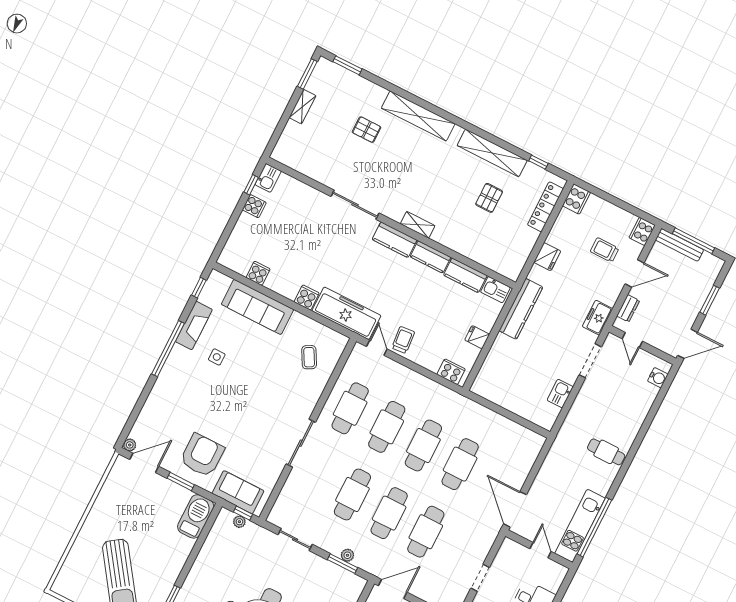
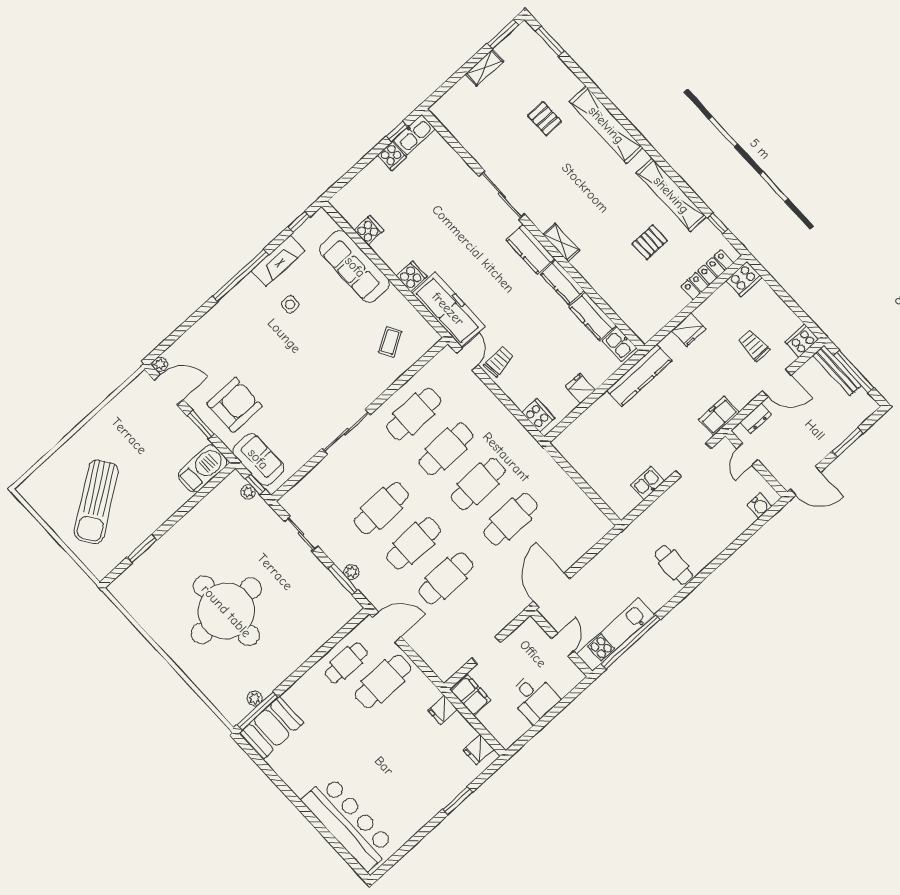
kitchen sink: (268, 178) -> (414, 135), width x1.38

